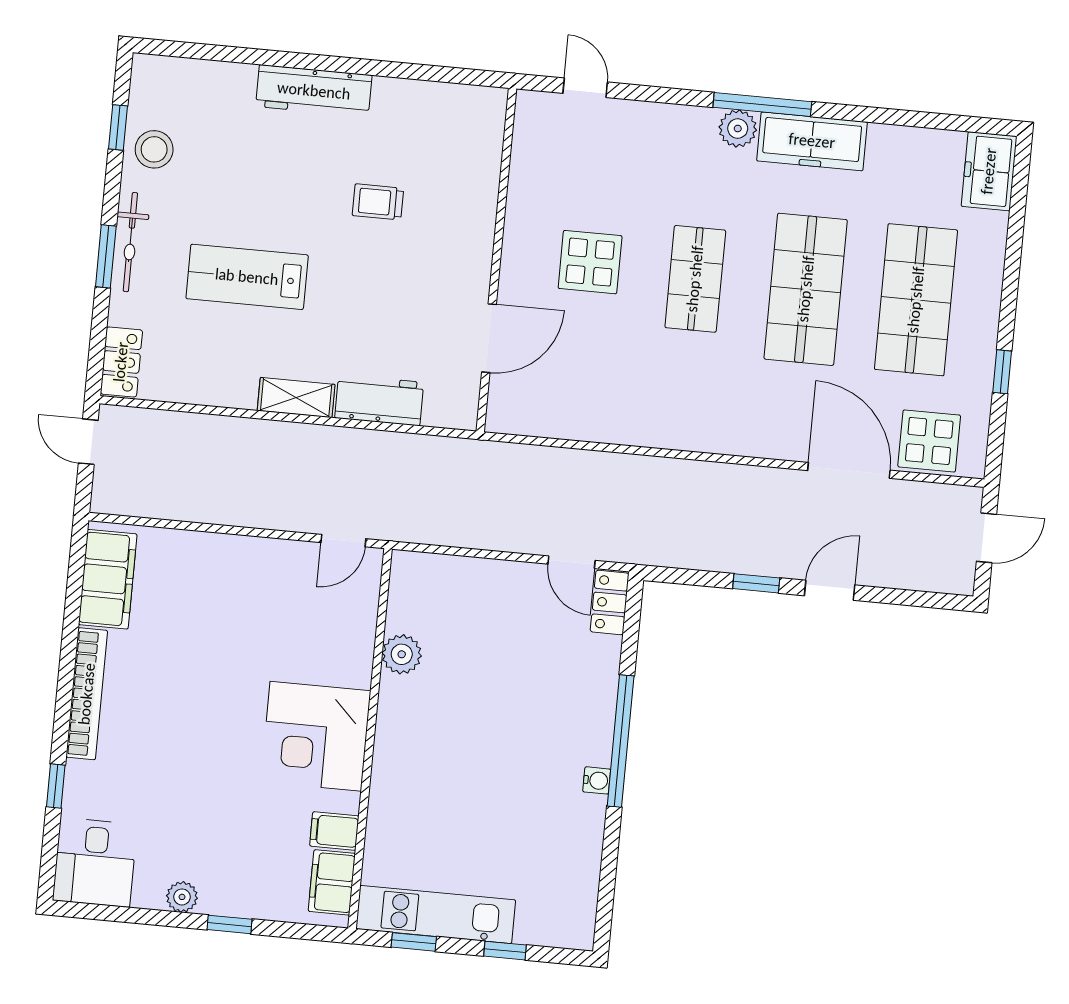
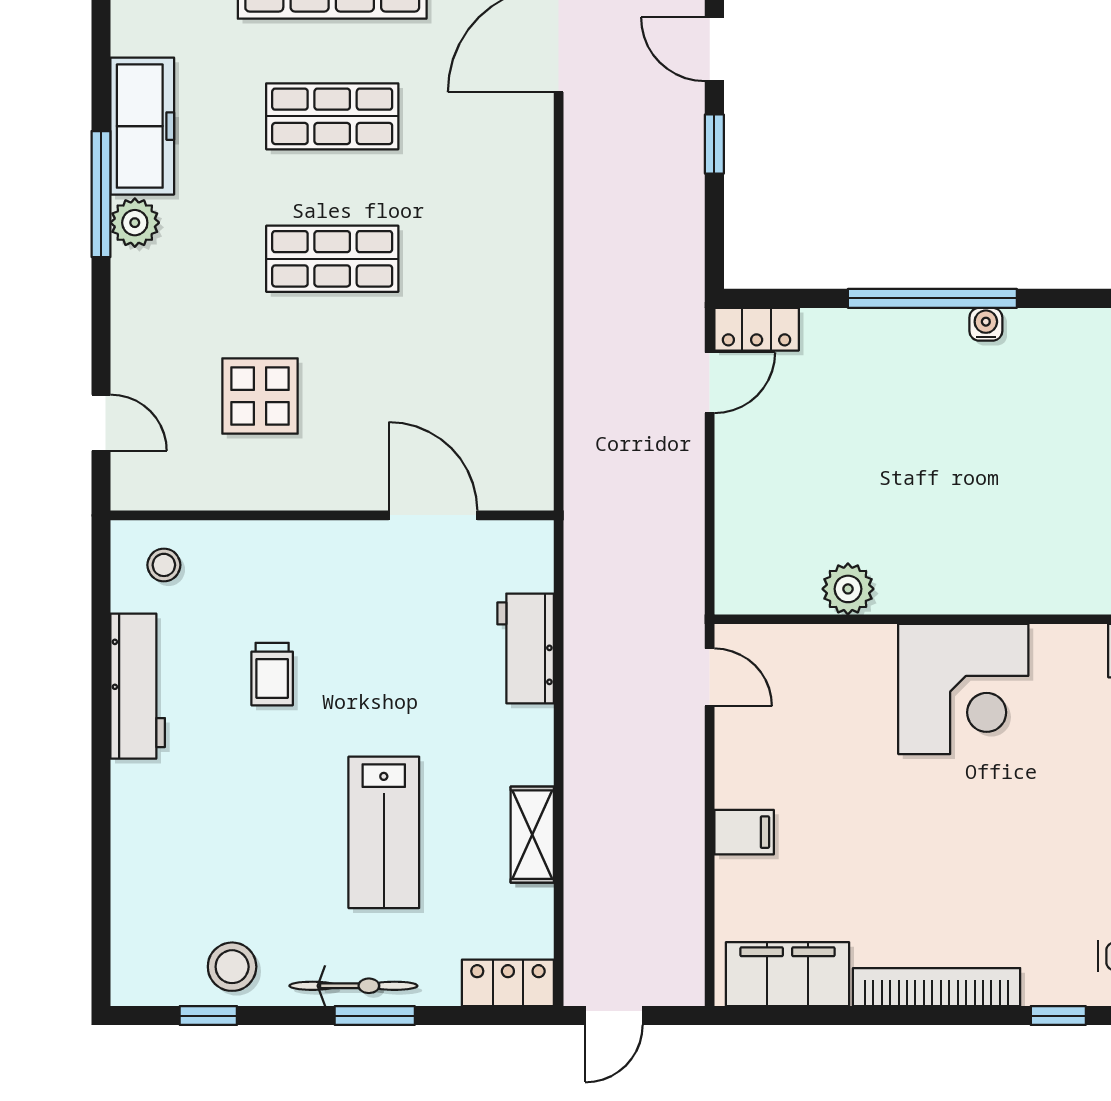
door: (585, 88) -> (101, 423), swing flipped
workbench: (314, 91) -> (138, 686), moved
stool: (470, 126) -> (164, 565), added
display table: (590, 262) -> (260, 396), moved
shop shelf: (806, 289) -> (332, 116), width x0.70, depth x0.74
shelving: (296, 398) -> (532, 835), moved
filing cabinet: (334, 831) -> (744, 832), moved, turned -90

